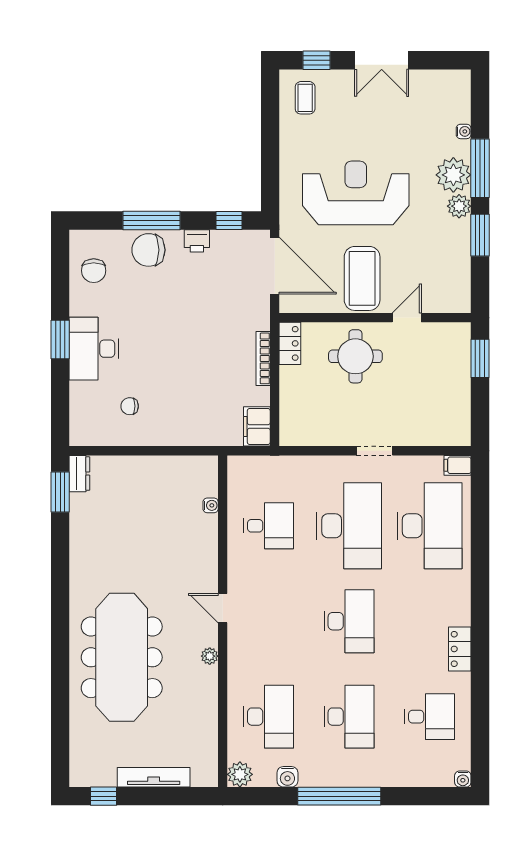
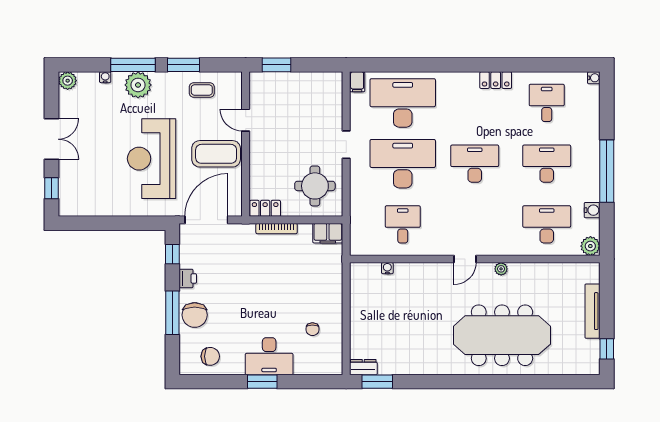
coffee table: (305, 98) -> (202, 90), moved
plant: (459, 206) -> (68, 81), moved
round table: (355, 356) -> (315, 186), moved

